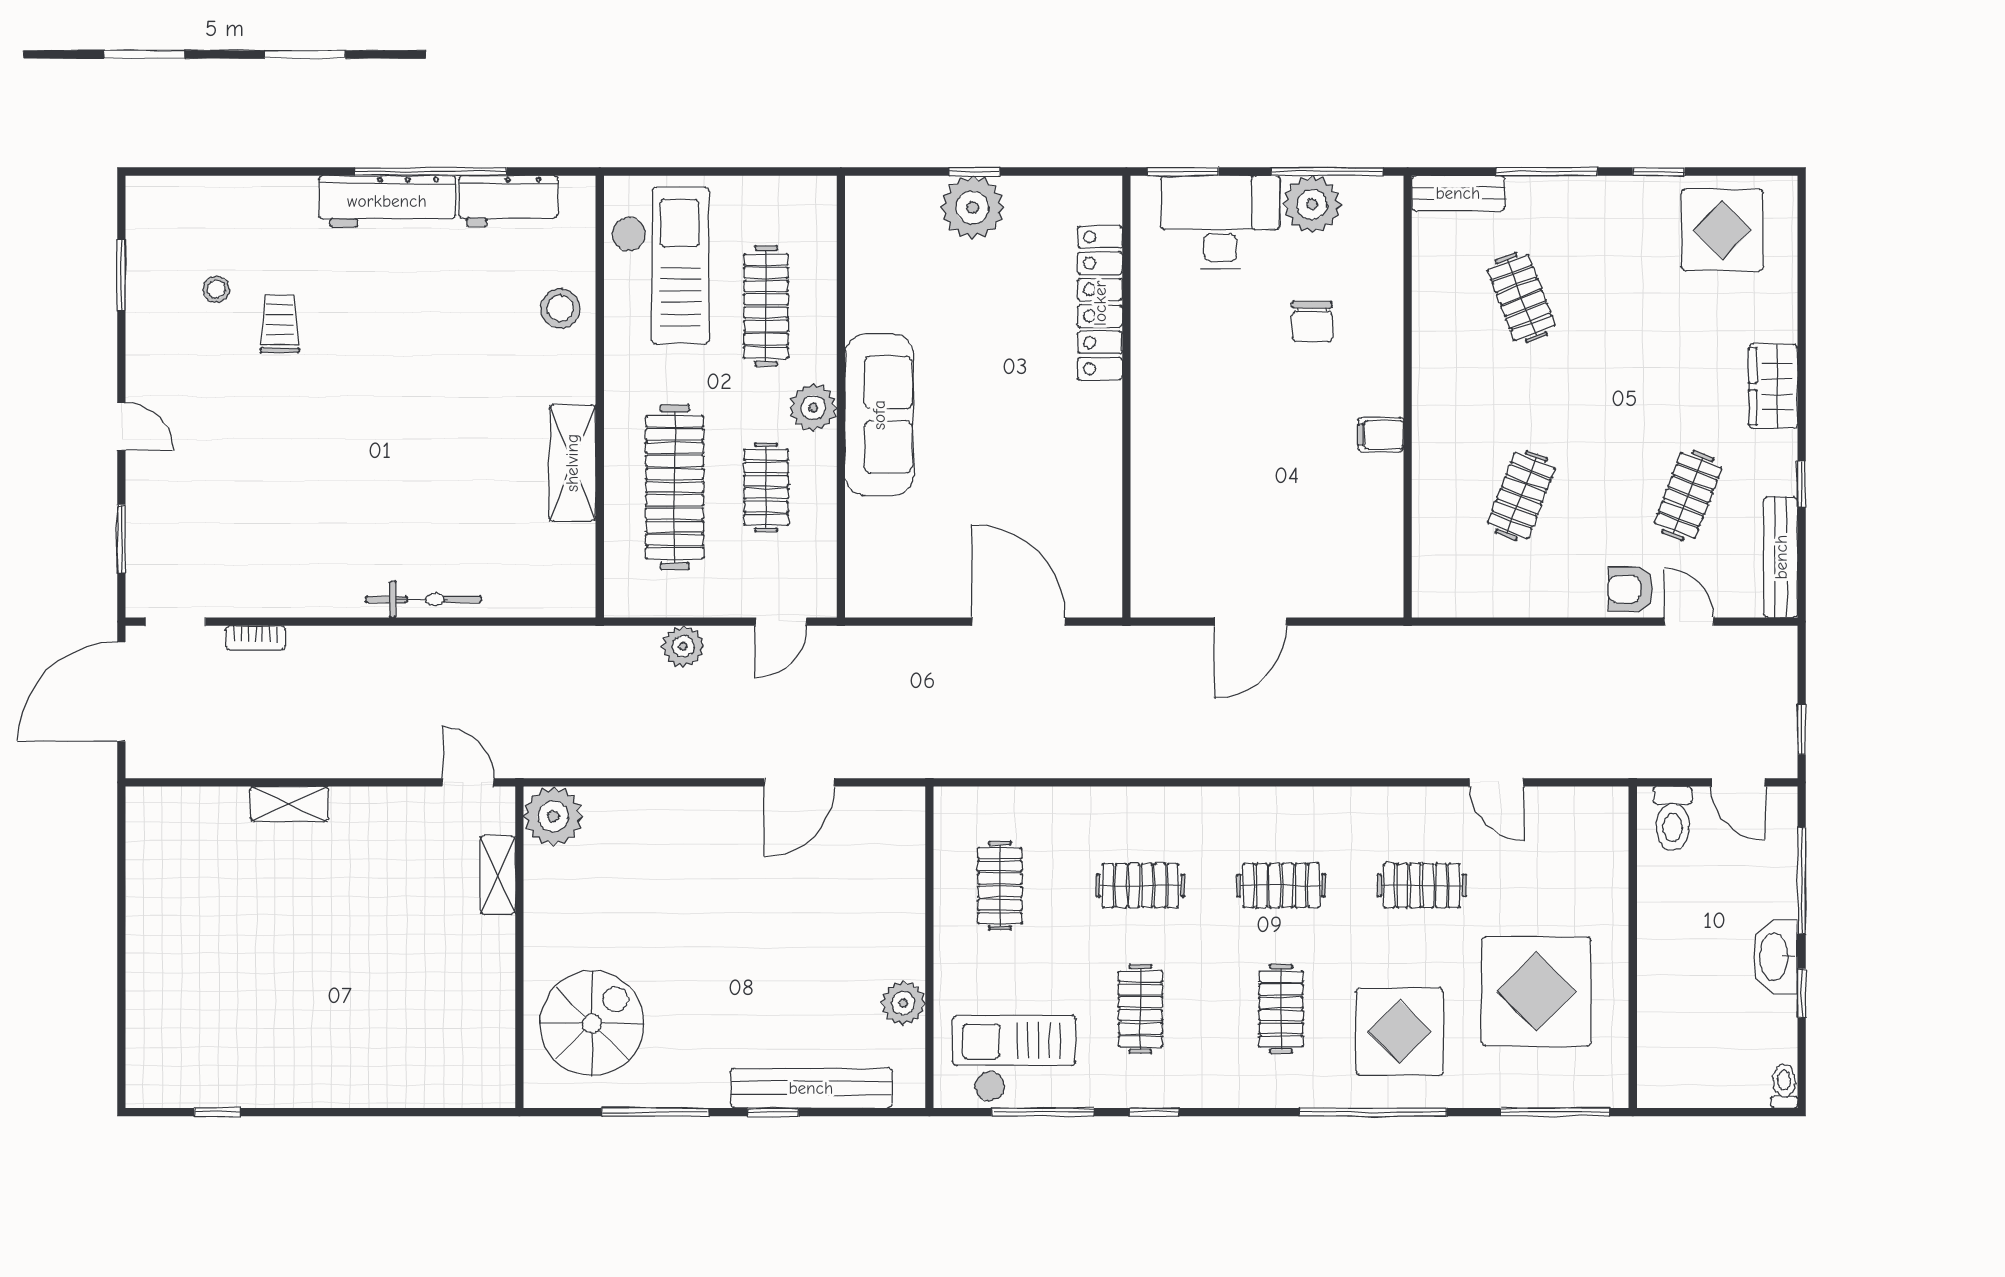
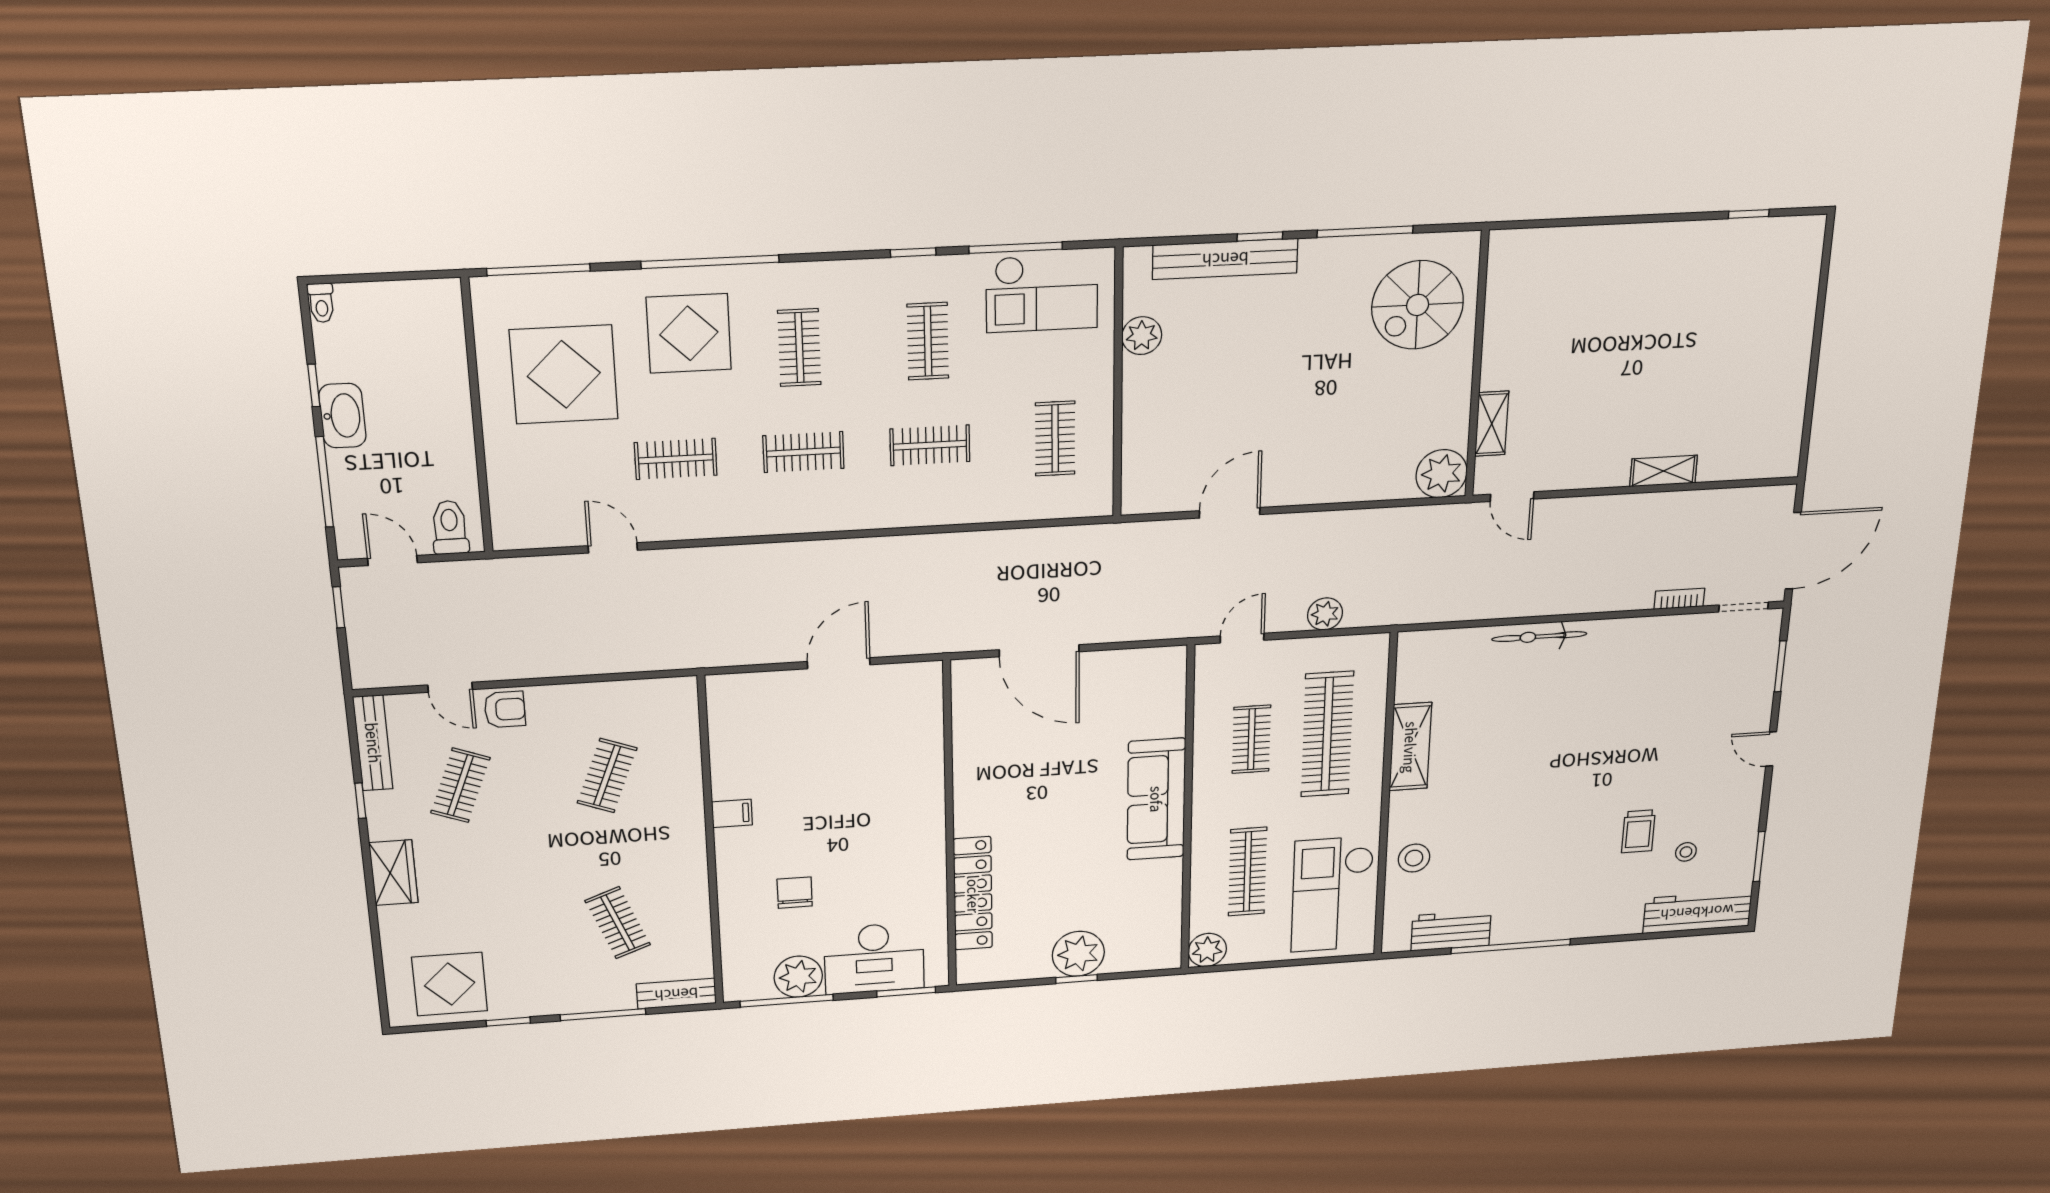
workbench: (387, 201) -> (1697, 912), moved
plant: (813, 408) -> (1207, 950), moved

